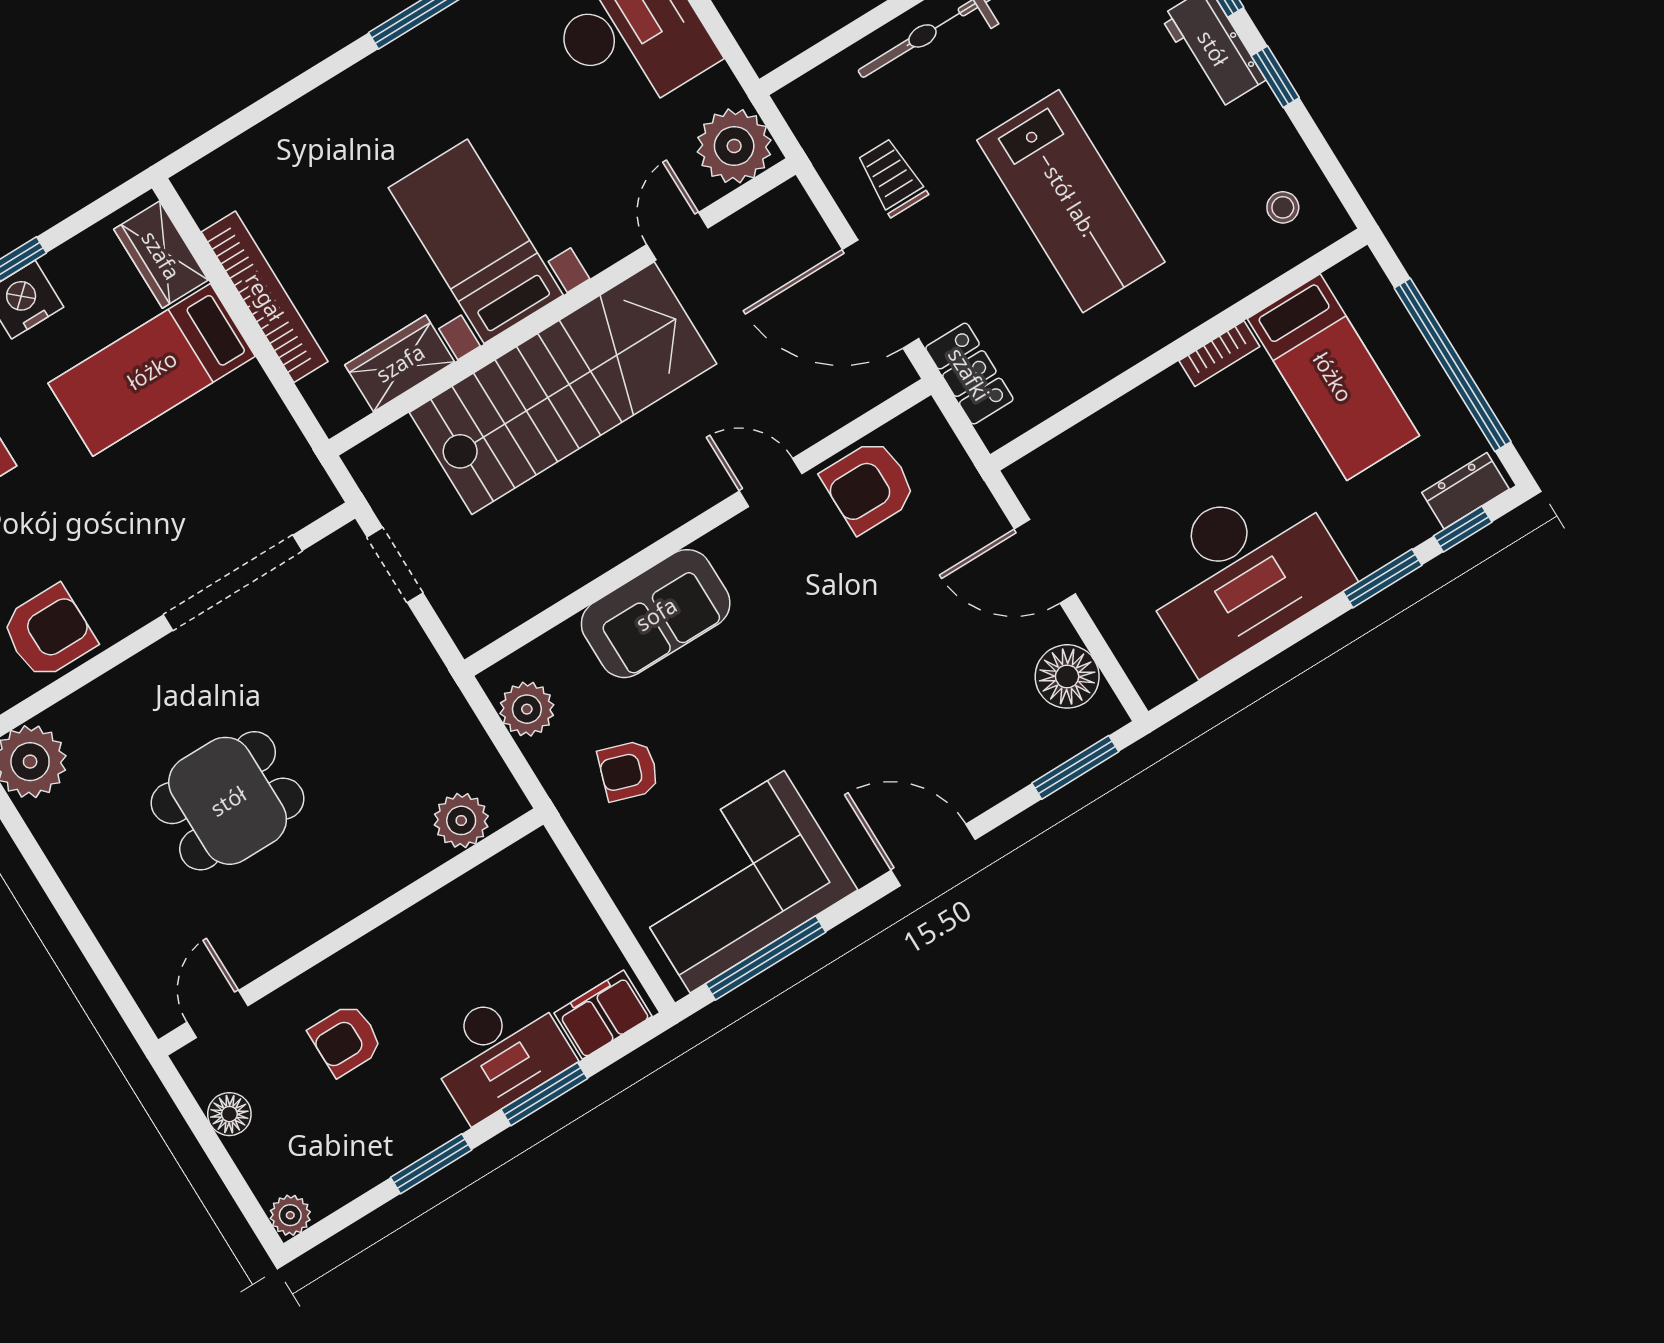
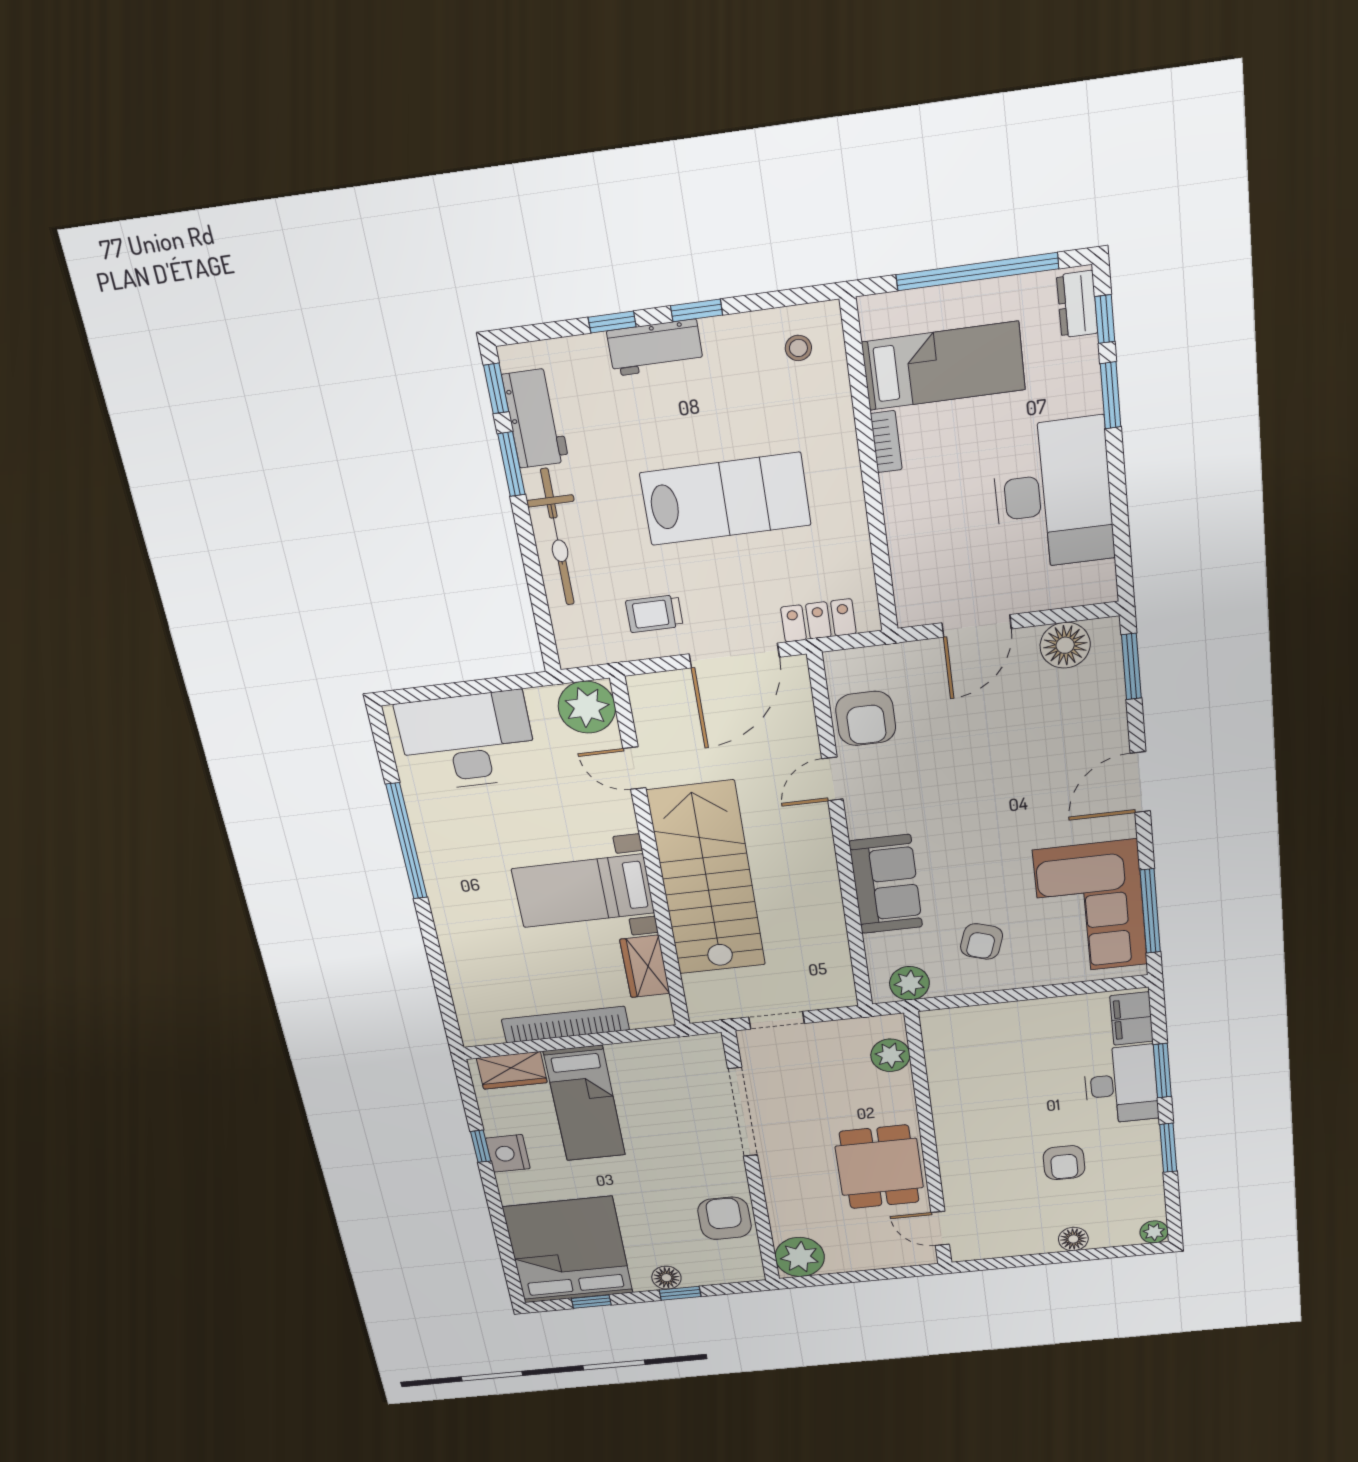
plant: (461, 820) -> (890, 1055), moved
wall: (351, 932) -> (928, 1141), moved
door: (217, 1014) -> (940, 1228), moved

